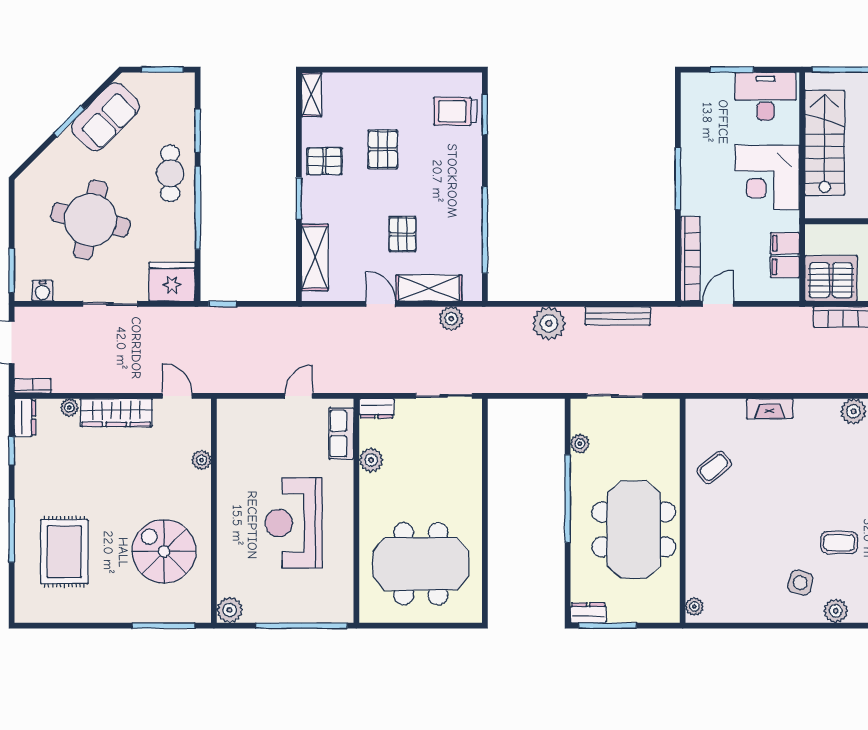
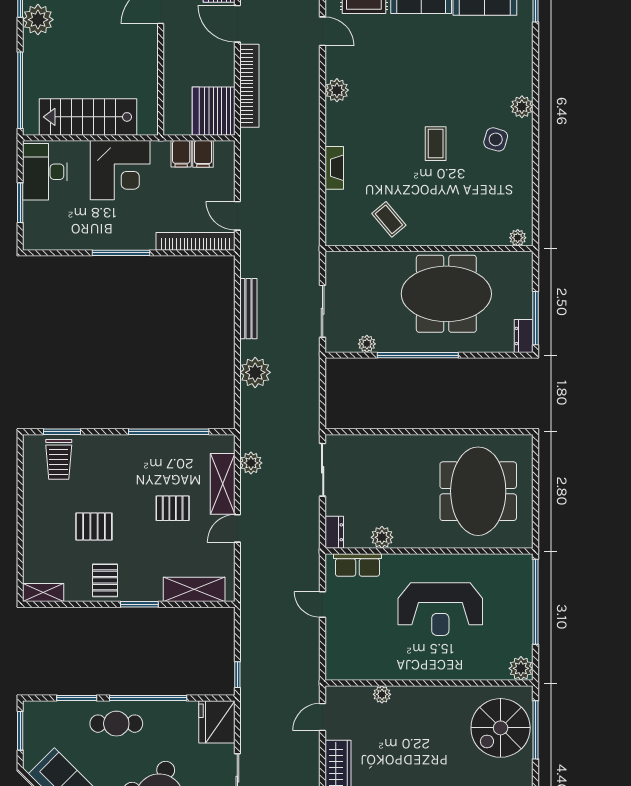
coffee table: (839, 543) -> (436, 144), moved
spiral stairs: (164, 551) -> (501, 728), moved

